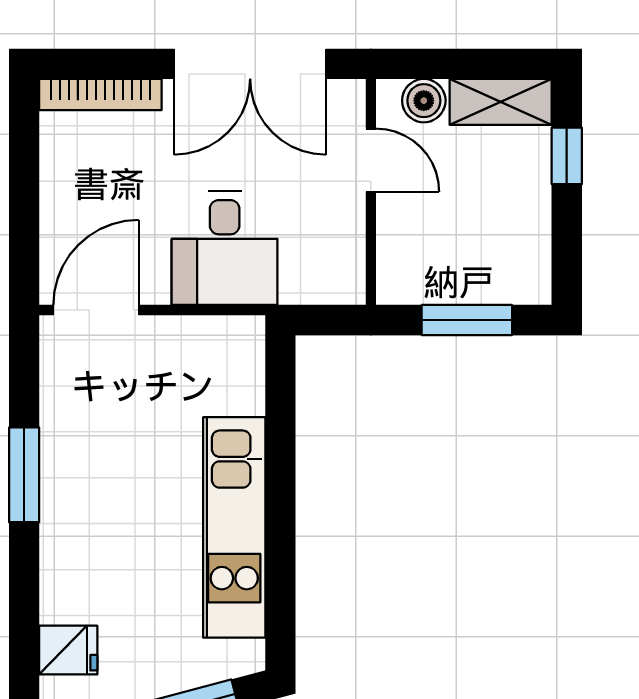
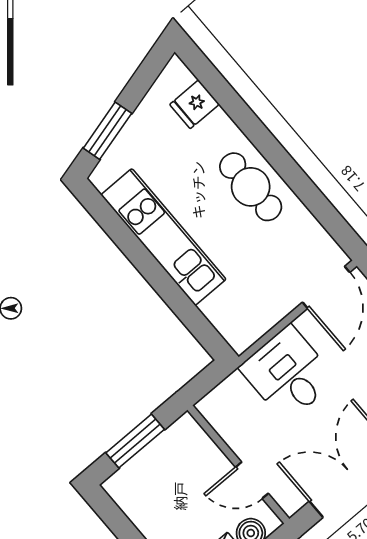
window: (24, 475) -> (292, 174), removed
cafe table: (84, 500) -> (251, 187), added

